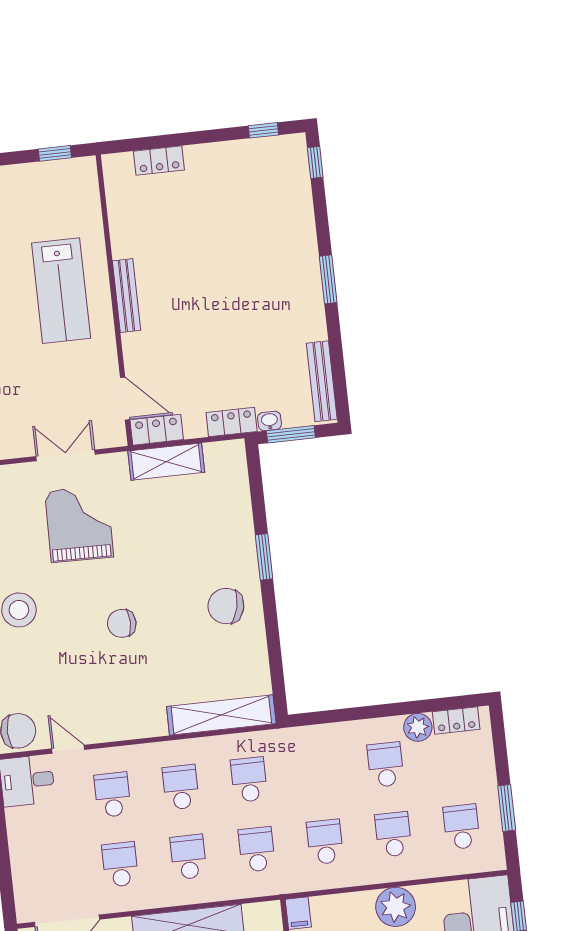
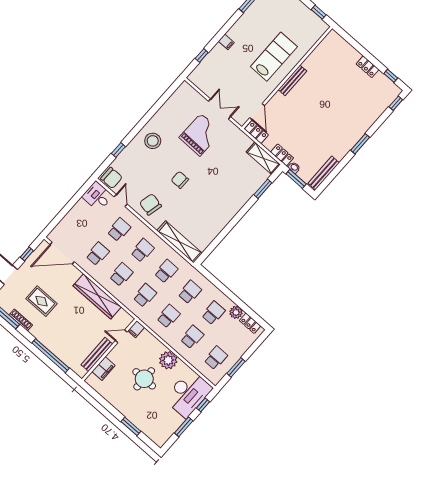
locker: (159, 161) -> (368, 67), moved
lab bench: (61, 291) -> (274, 57), turned 180
shelving: (166, 462) -> (263, 158), moved
window: (264, 557) -> (263, 189), moved
chair: (226, 606) -> (150, 204), moved
school desk: (317, 772) -> (190, 292), added

